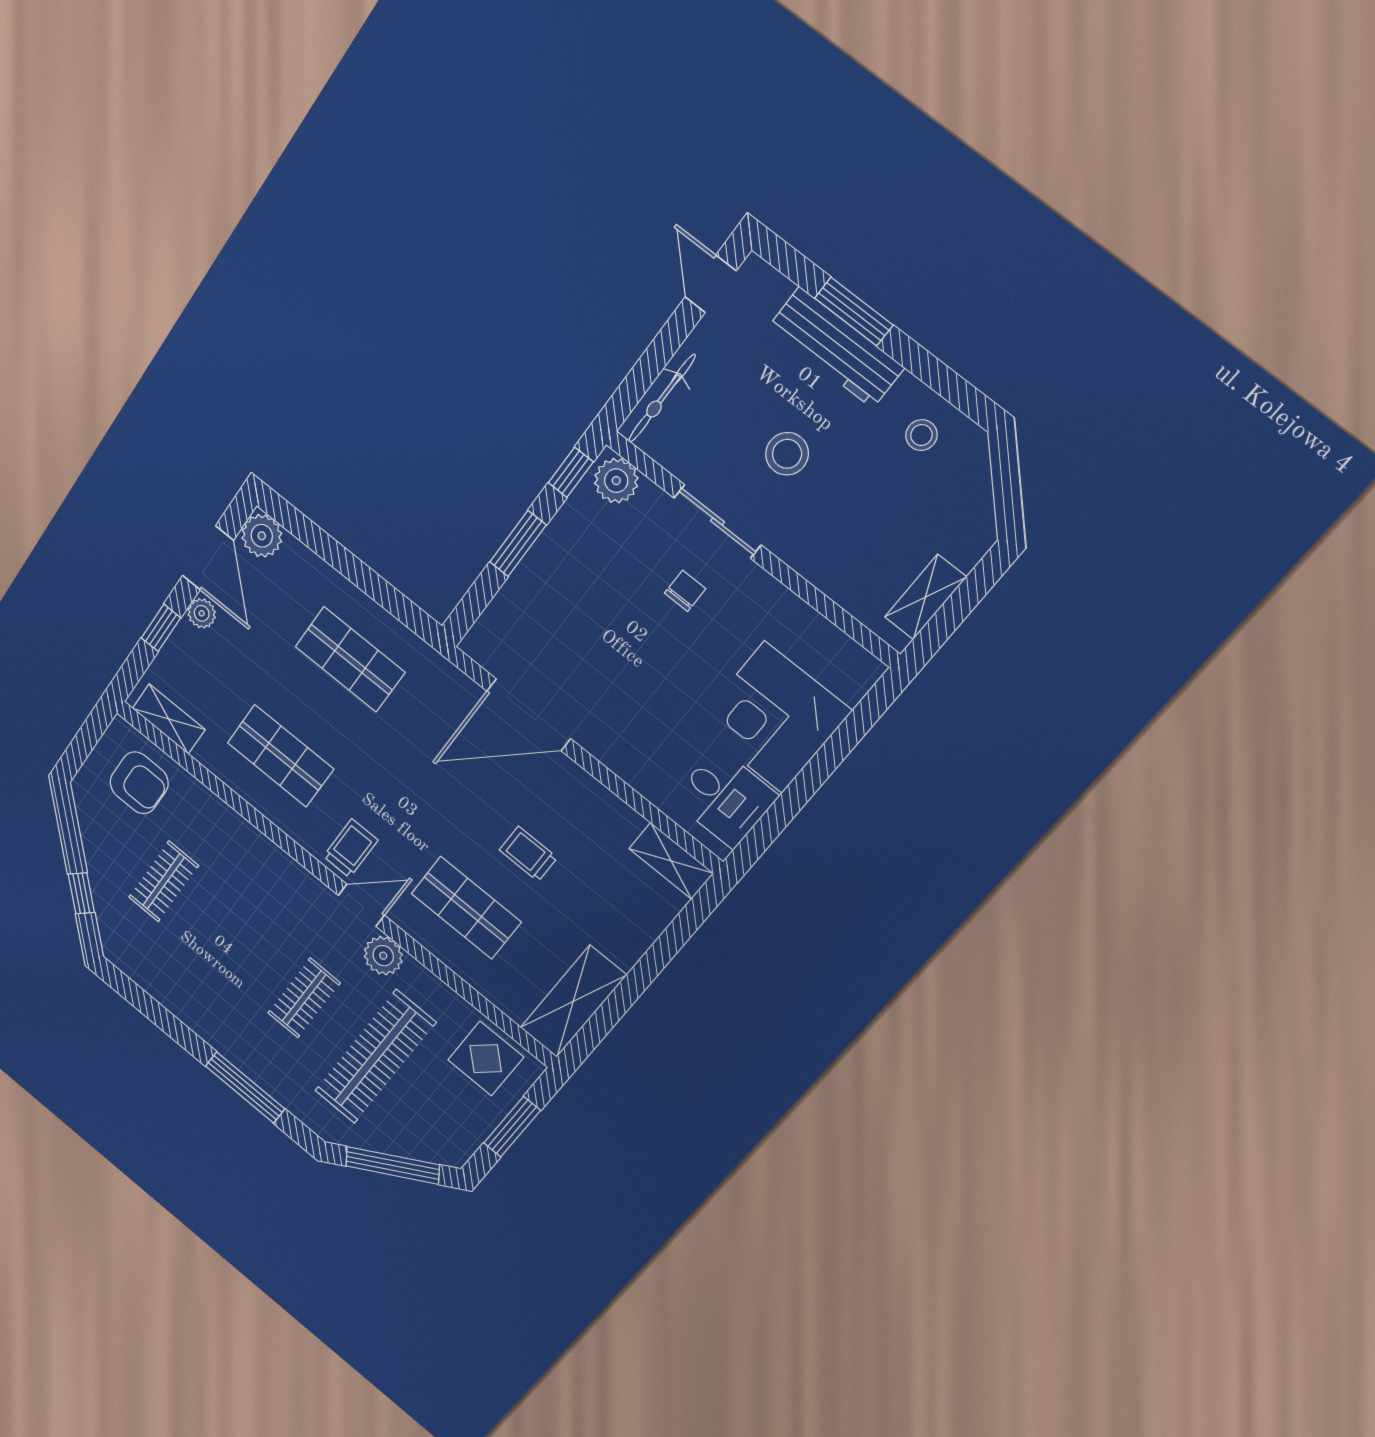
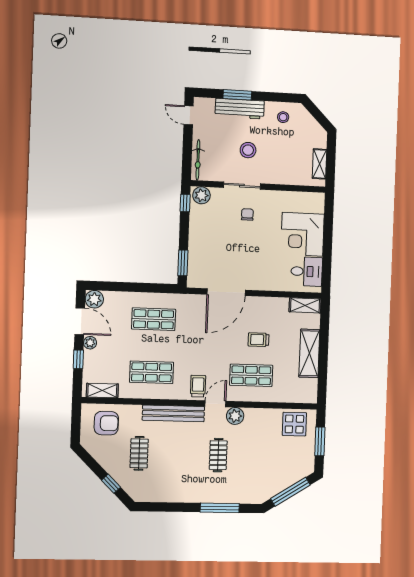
window: (518, 544) -> (183, 263), moved
bench: (272, 861) -> (173, 413), added
shelving: (573, 1001) -> (309, 353), moved
clothes rail: (375, 1057) -> (257, 456), removed

